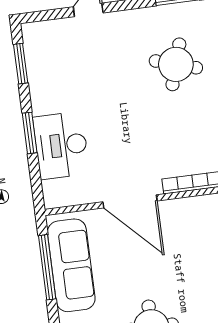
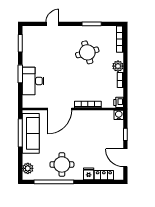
round table: (176, 64) -> (87, 52), turned -33
door: (130, 201) -> (60, 109), hinge flipped

